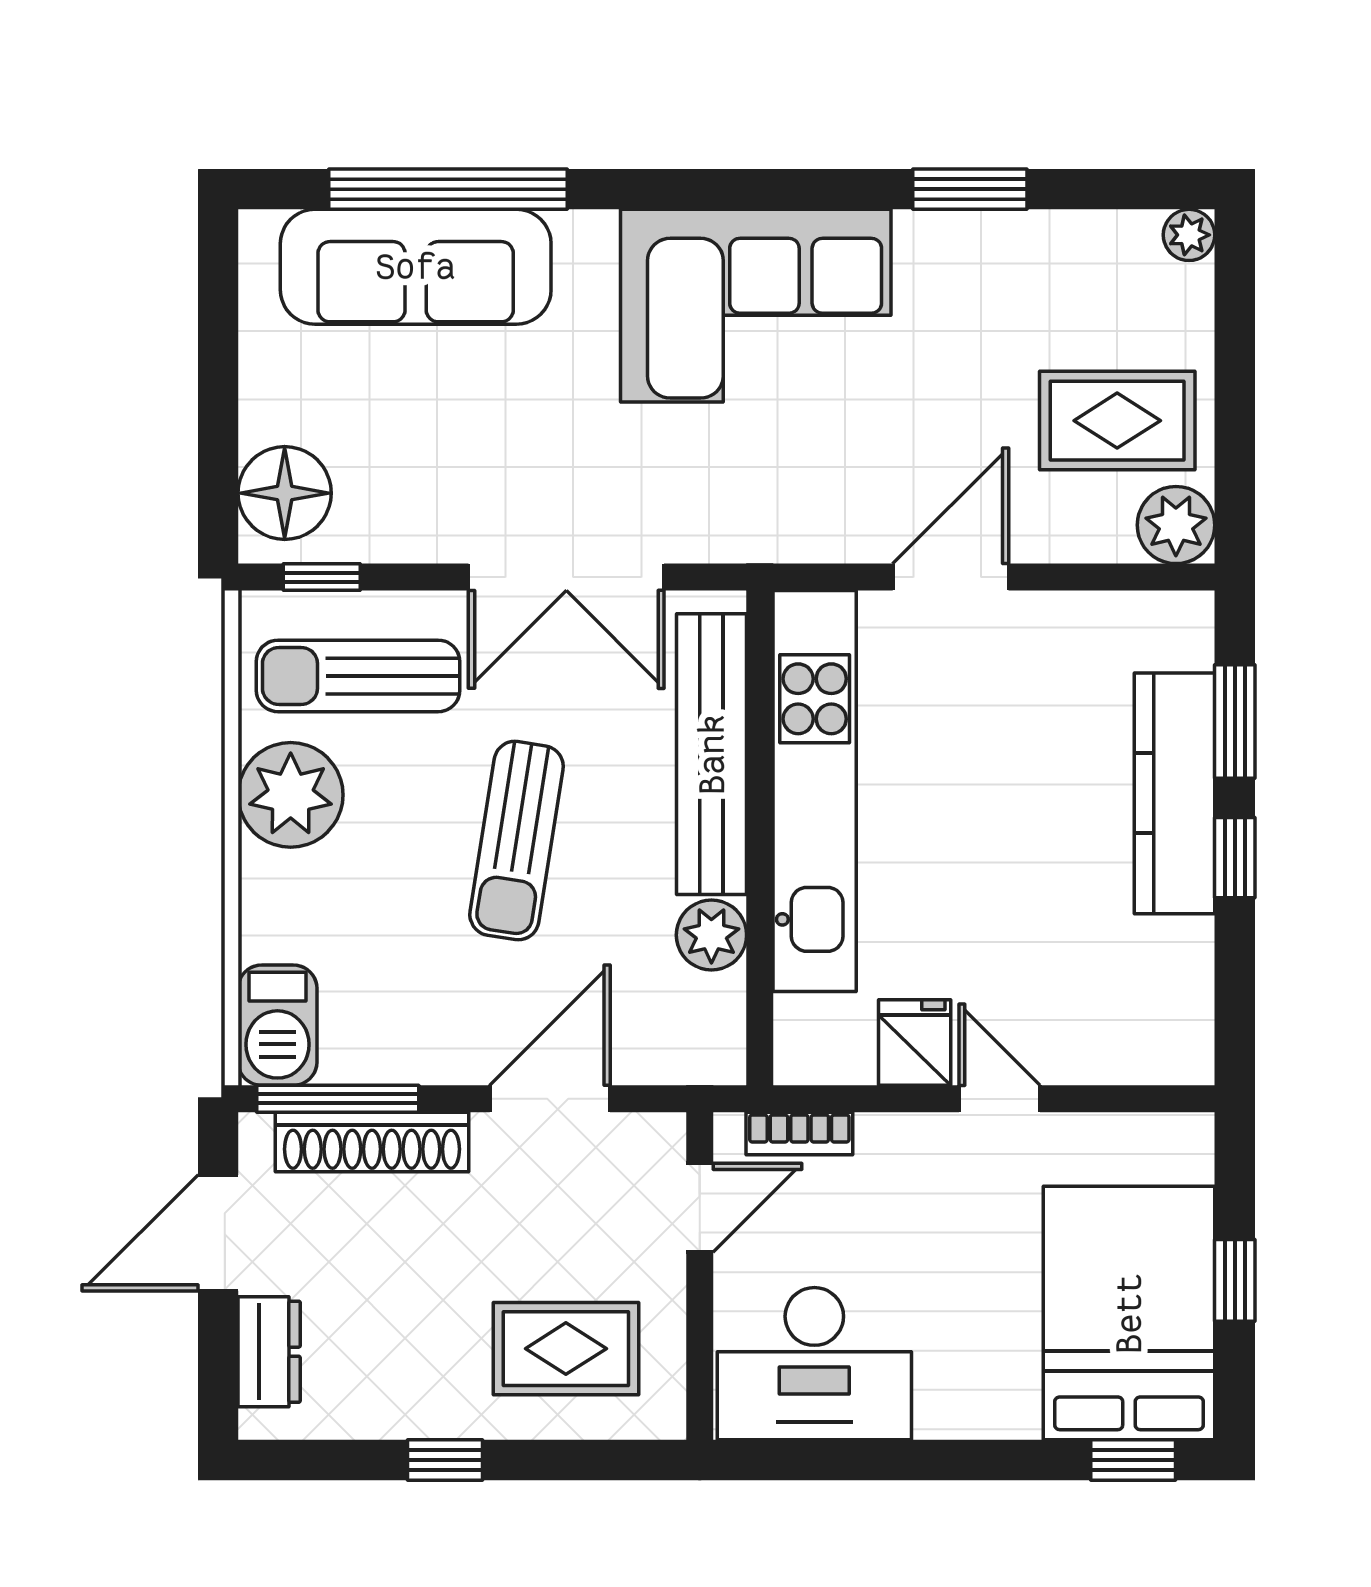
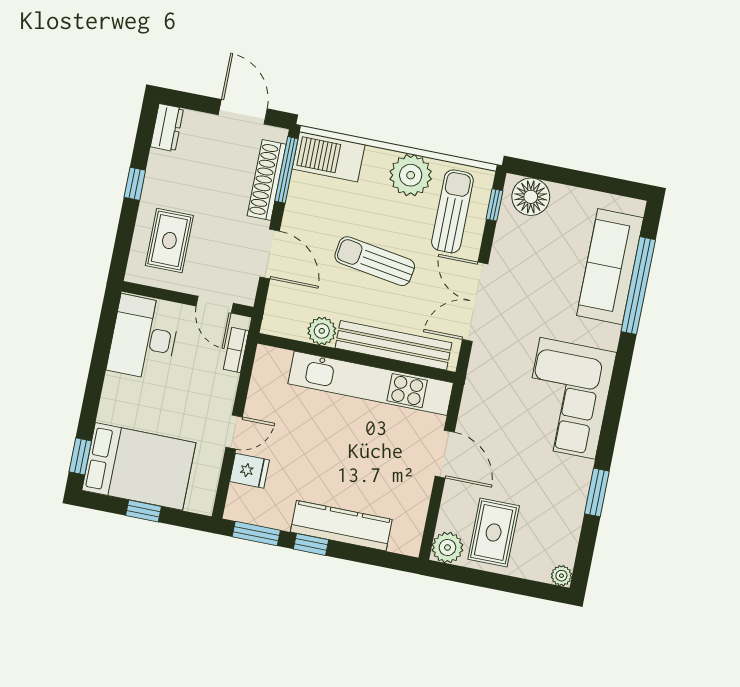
window: (1235, 721) -> (256, 534), moved
barbecue: (277, 1025) -> (329, 157), width x1.37, depth x1.21
fridge: (915, 1043) -> (250, 471), moved
dresser: (269, 1352) -> (167, 128), moved, turned -90

